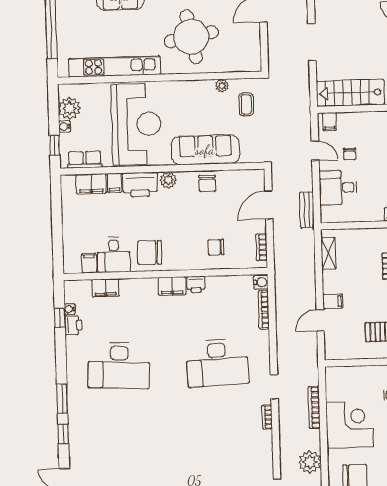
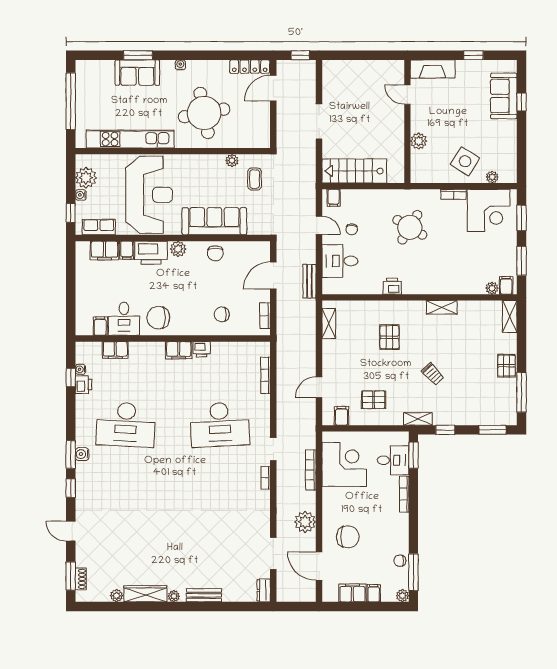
water cooler: (261, 282) -> (82, 454), moved, turned 180
filing cabinet: (333, 301) -> (342, 416), moved, turned -90
corner desk: (350, 425) -> (344, 464), moved

